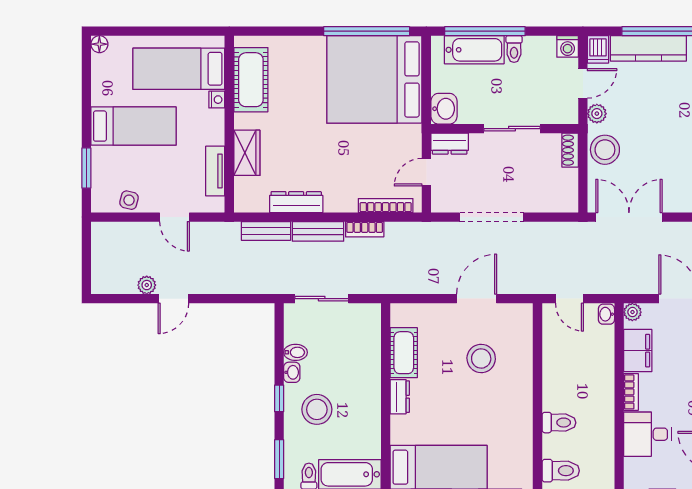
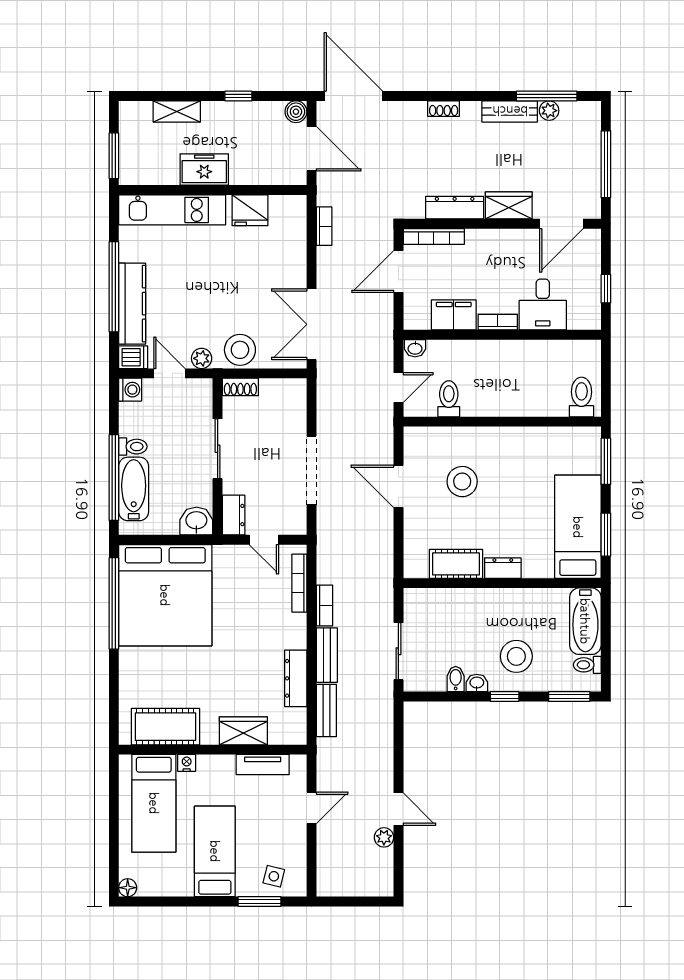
side table: (129, 200) -> (274, 876), moved
plant: (632, 312) -> (413, 320), removed
toilet: (559, 423) -> (449, 399), moved

